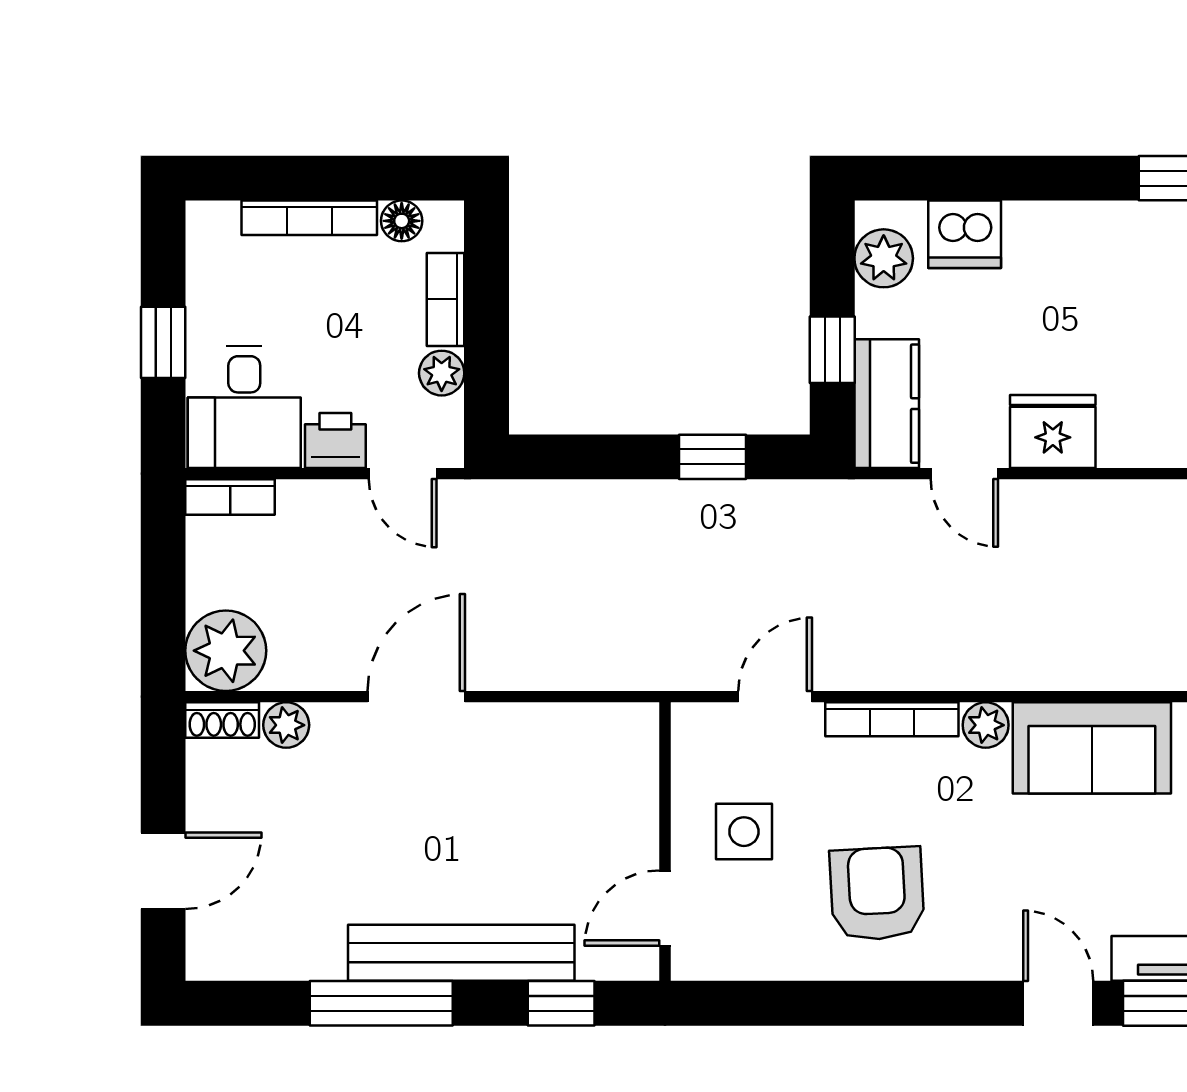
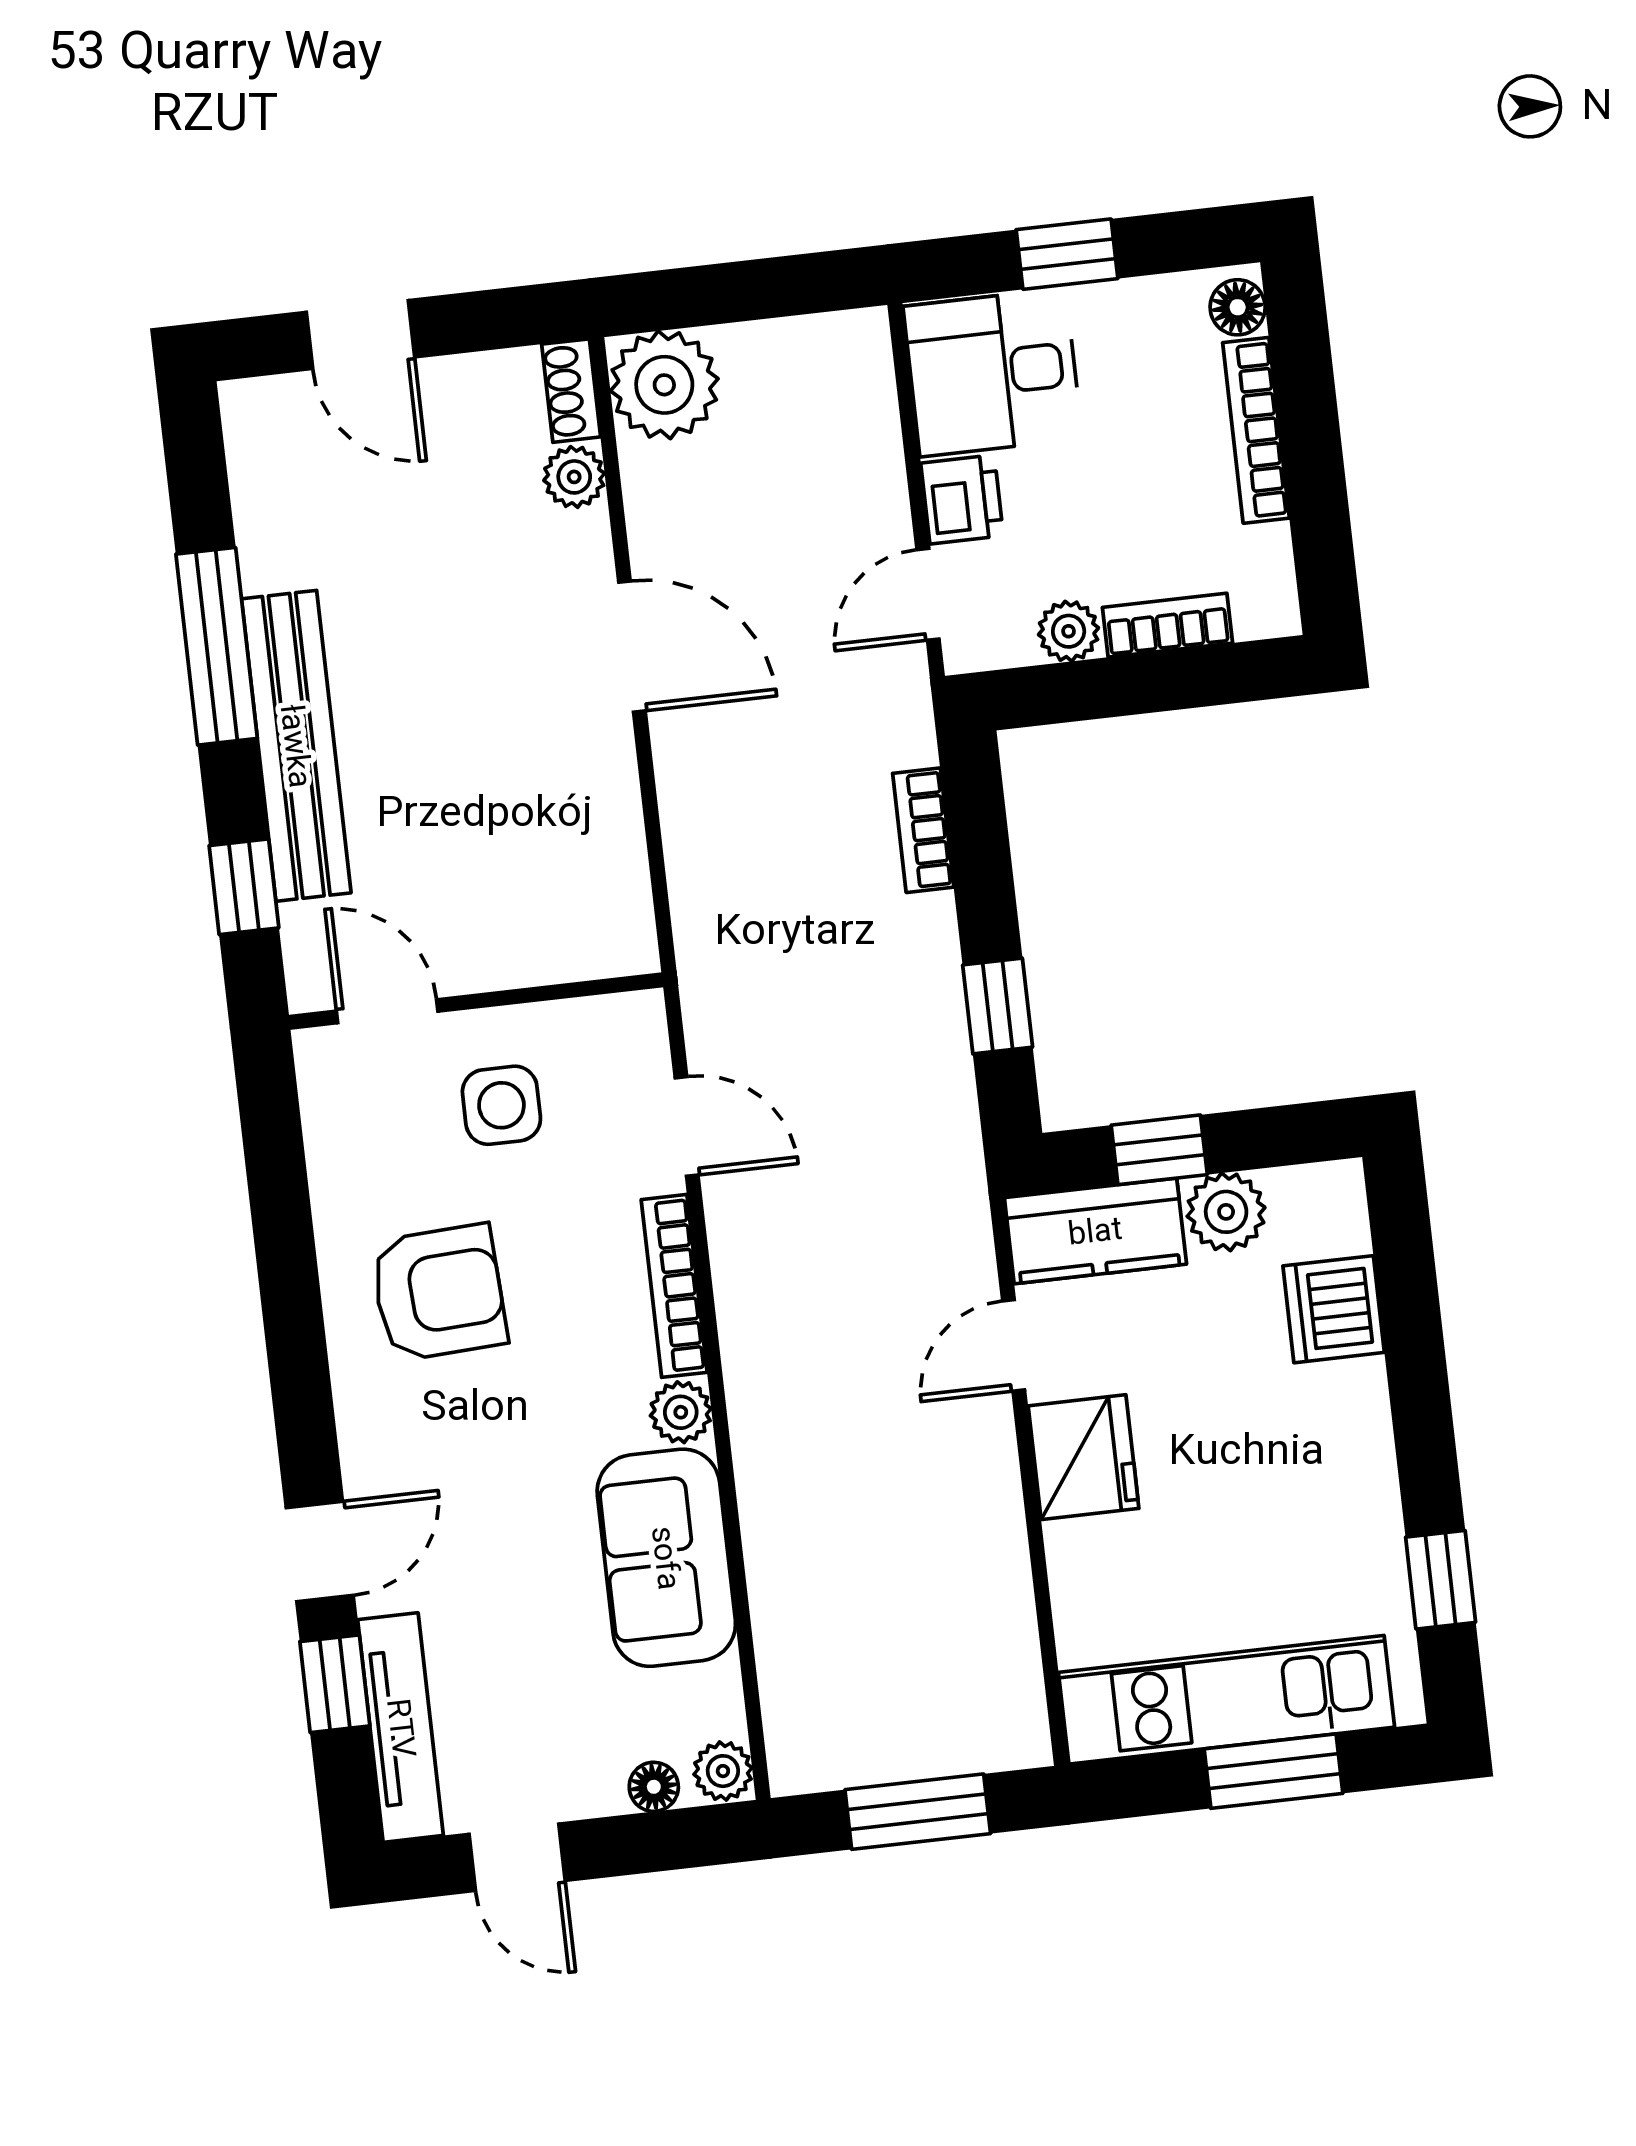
floor lamp: (402, 221) -> (1238, 307), moved
plant: (884, 258) -> (1226, 1212), moved
bookcase: (230, 497) -> (923, 830), moved

